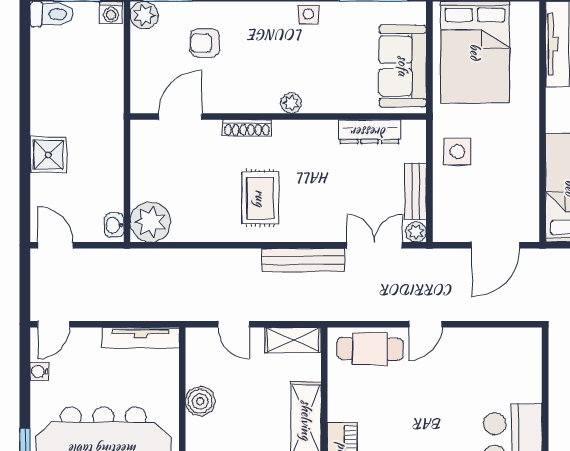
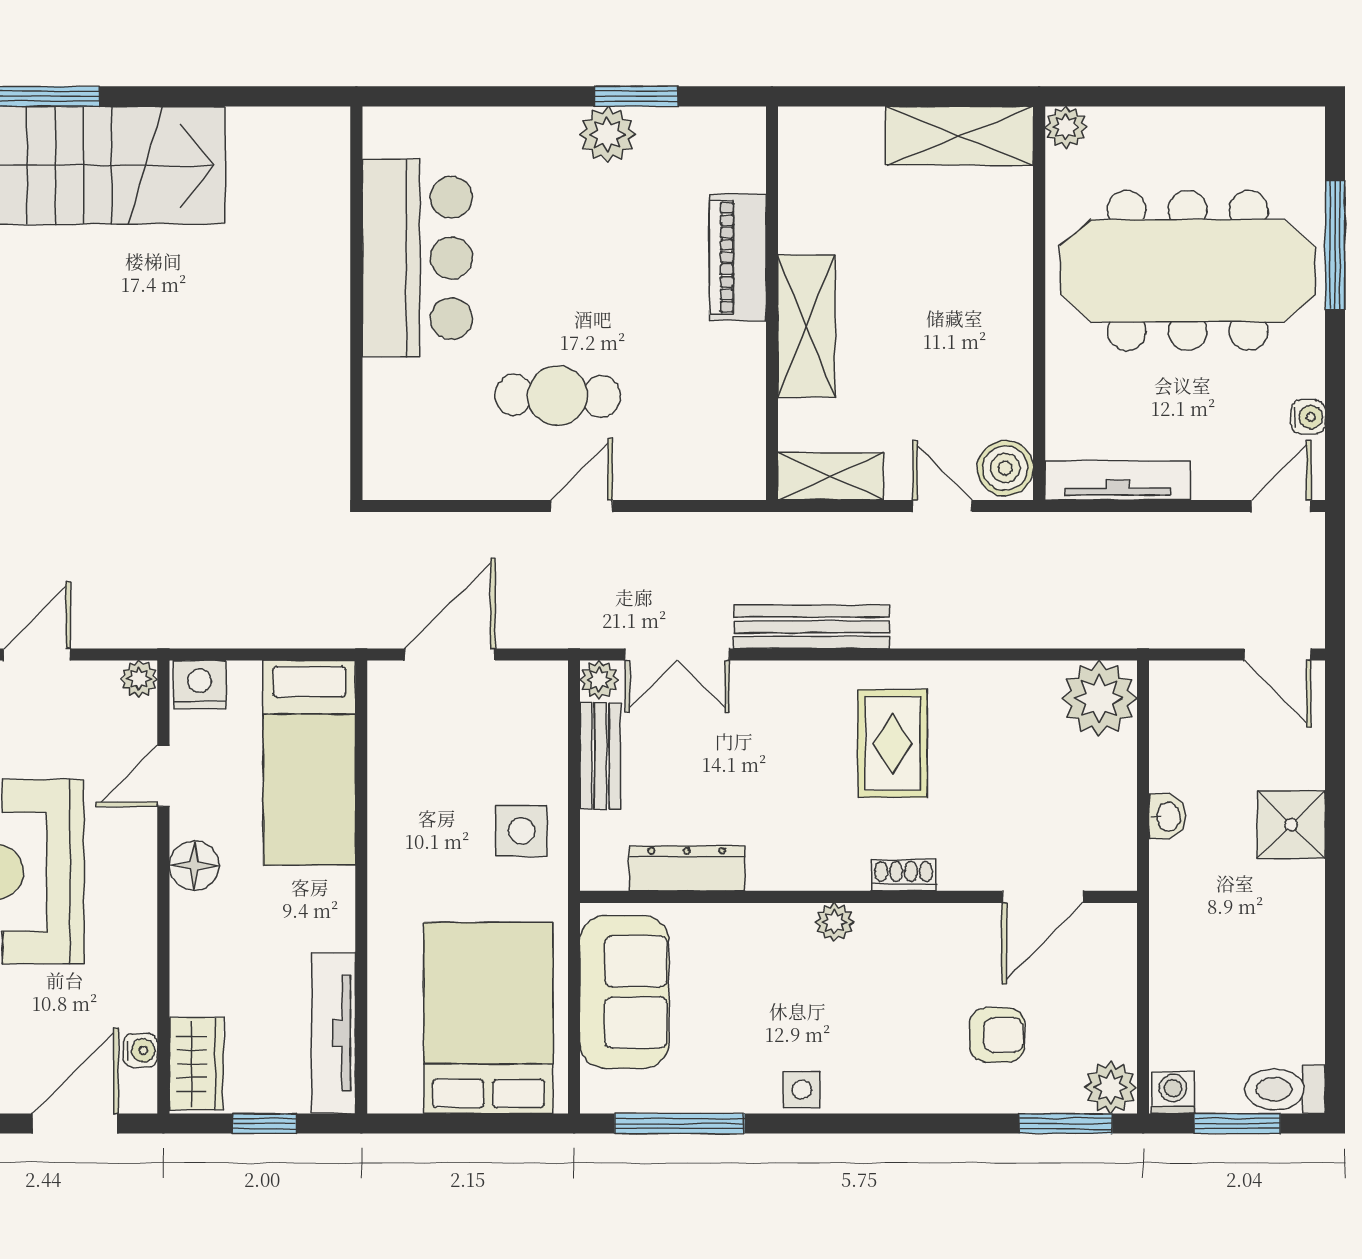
shoe rack: (247, 128) -> (904, 875), width x0.70
washbasin: (114, 225) -> (1167, 817), moved
cafe table: (370, 349) -> (558, 396), moved
boiler: (200, 401) -> (1005, 468), moved

